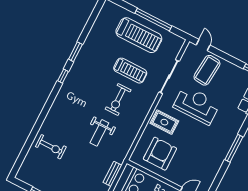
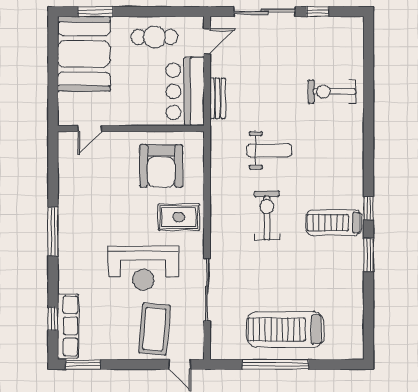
treadmill: (130, 71) -> (334, 223), moved
weight bench: (99, 133) -> (269, 150), turned 90

